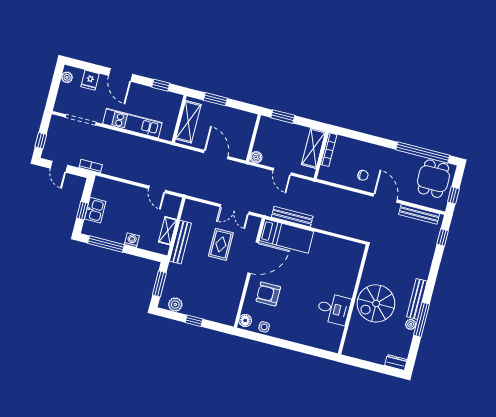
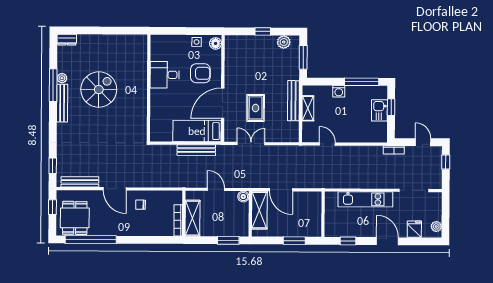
shelving: (188, 122) -> (259, 210), moved
wall: (353, 299) -> (149, 88), moved
desk: (334, 309) -> (165, 75), moved

